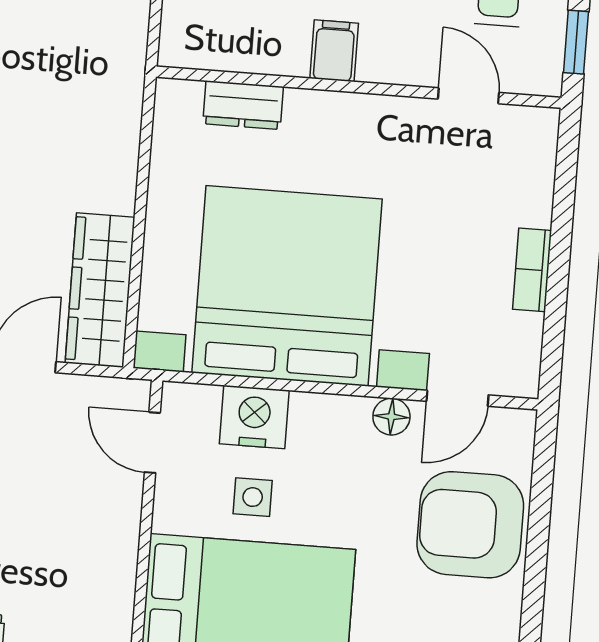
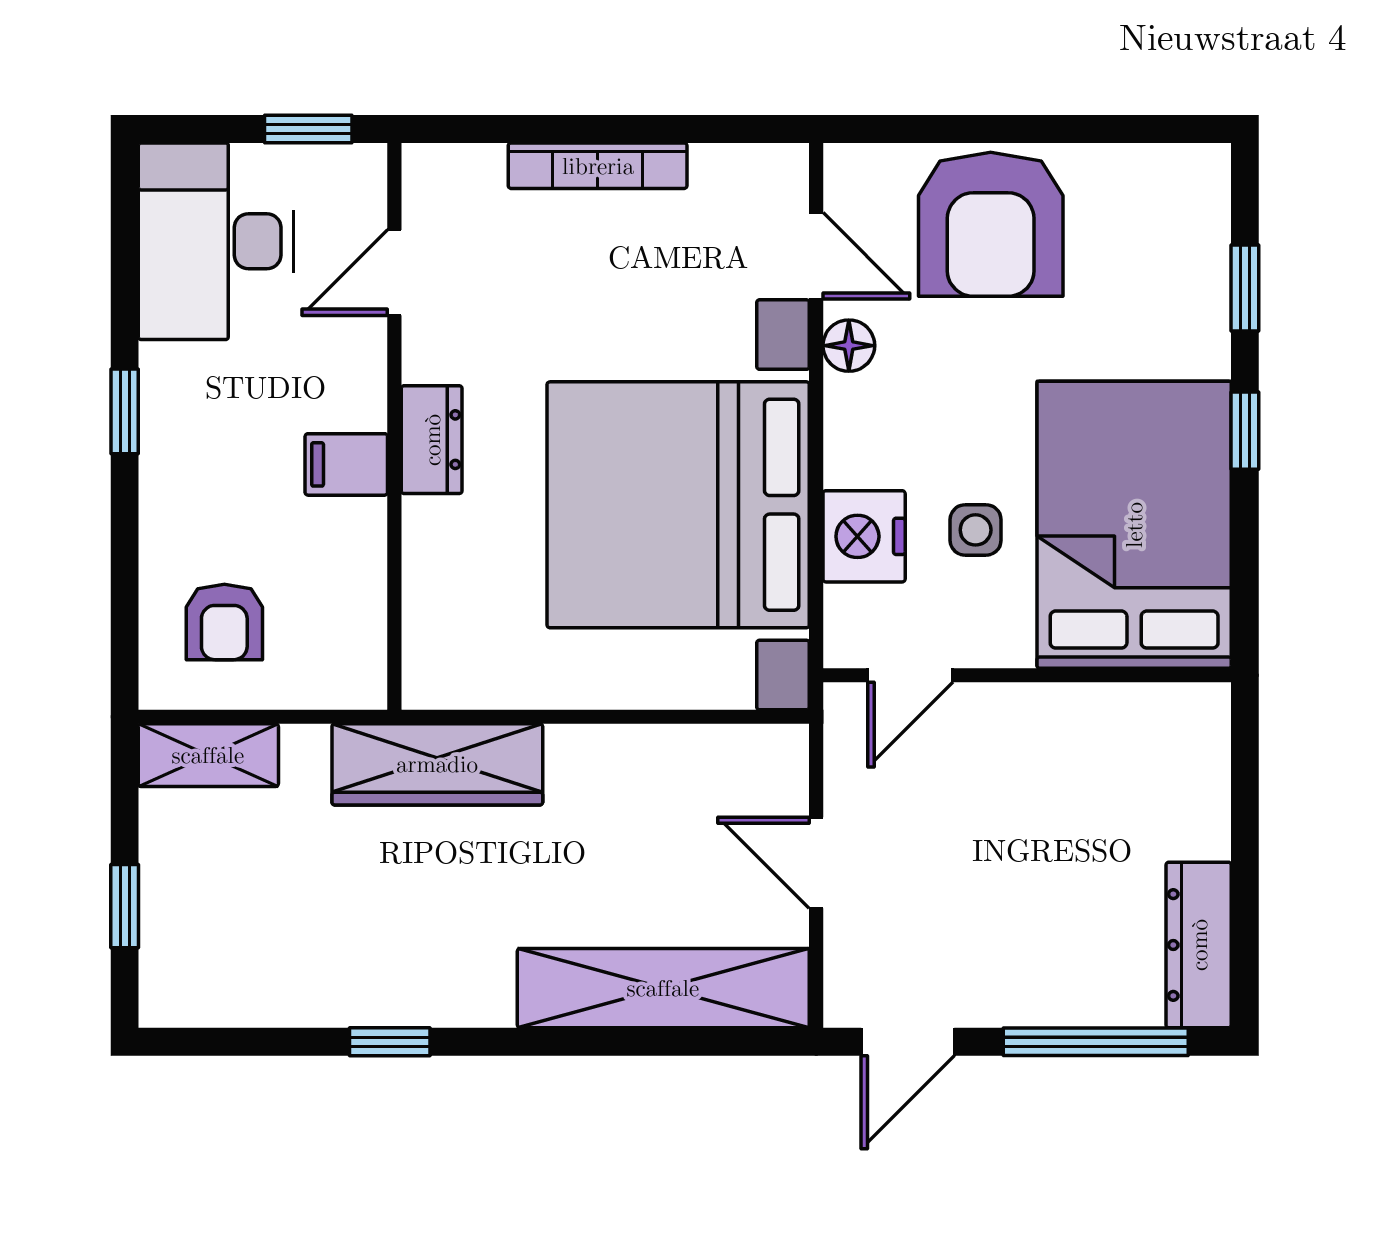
dresser: (243, 105) -> (432, 440), moved
bookcase: (532, 270) -> (598, 166), width x1.56
wardrobe: (100, 290) -> (437, 764), moved

